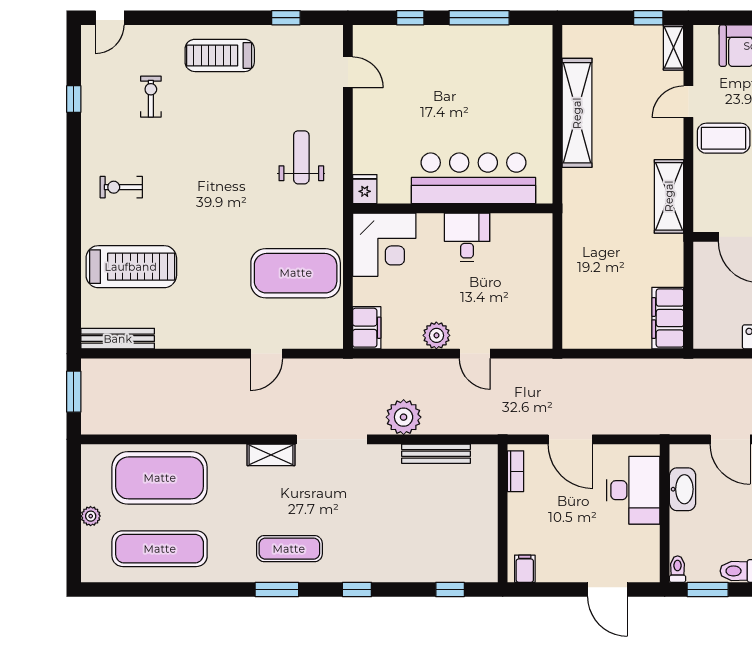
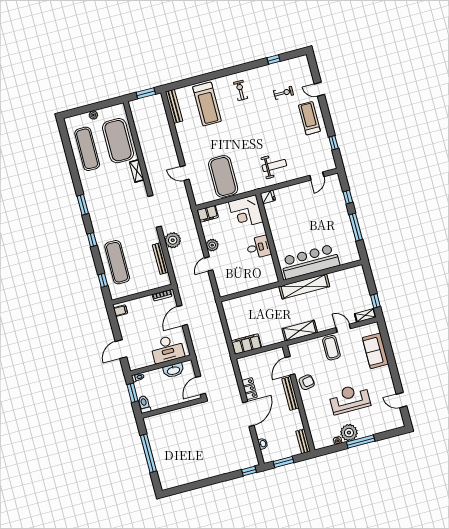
door: (110, 18) -> (319, 89), moved
shelving: (577, 113) -> (304, 286), moved
bar counter: (474, 178) -> (310, 262), moved, turned -90
shelving: (271, 455) -> (137, 171), moved
exercise mat: (289, 549) -> (117, 262), moved, width x1.36, depth x1.45

